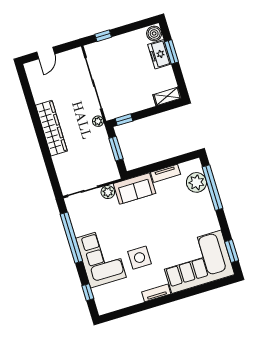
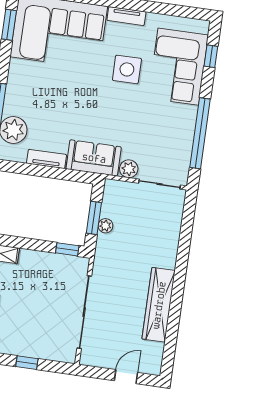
window: (103, 36) -> (27, 363), moved
plant: (98, 121) -> (105, 226), moved
wardrobe: (51, 128) -> (159, 305), moved
corner sofa: (101, 258) -> (178, 67), moved

